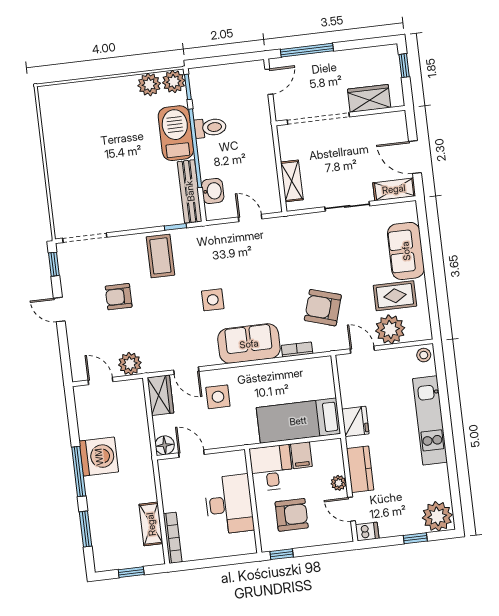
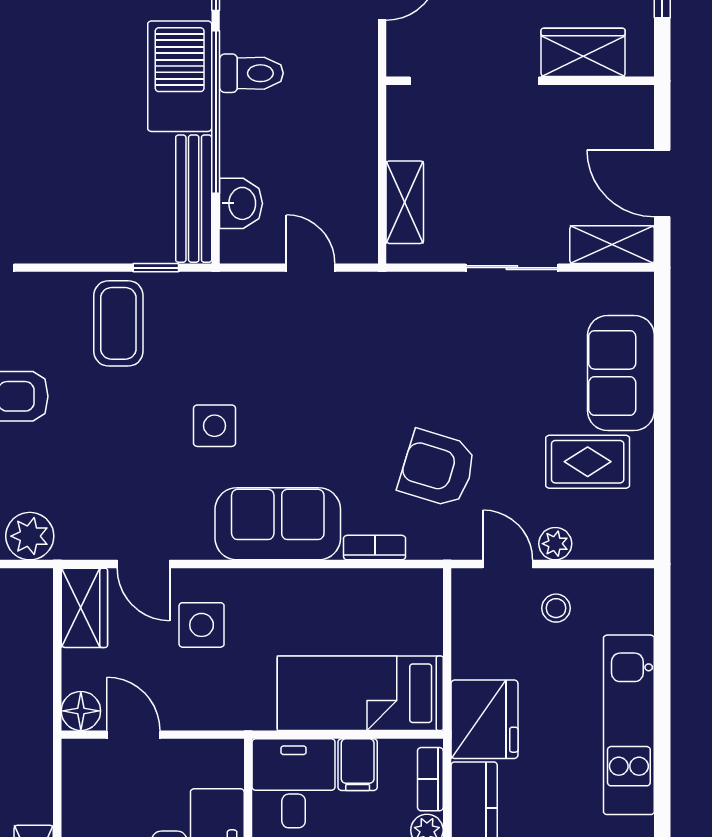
plant: (390, 329) -> (555, 544), width x0.53, depth x0.53
stool: (424, 355) -> (556, 608), moved
fridge: (355, 421) -> (484, 719), width x1.36, depth x1.34
bookcase: (337, 458) -> (430, 779), added

